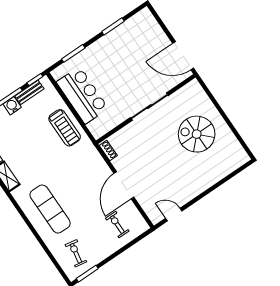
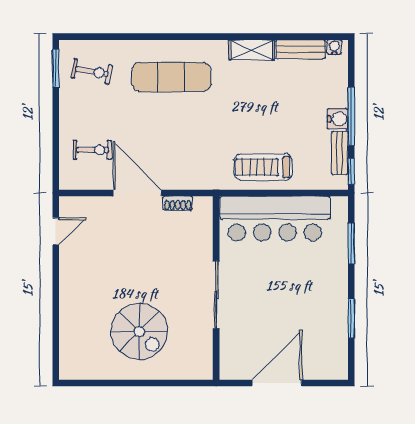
door: (183, 56) -> (277, 383), moved
bar counter: (82, 95) -> (275, 219), width x1.36
spiral stairs: (197, 134) -> (139, 331), turned 90
shoe rack: (108, 151) -> (178, 203), moved

